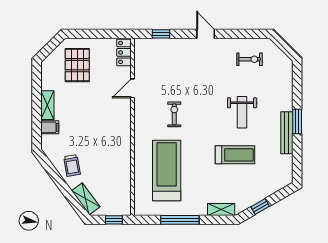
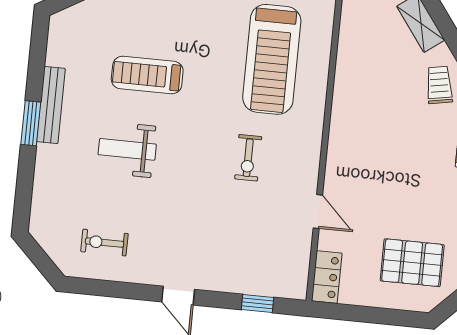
pallet: (77, 65) -> (412, 263), turned 90
door: (133, 88) -> (318, 211), hinge flipped
weight bench: (242, 112) -> (127, 149), turned -90

